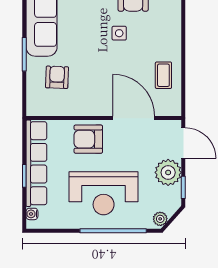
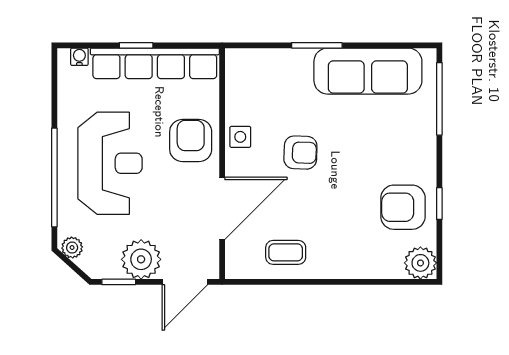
side table: (119, 33) -> (240, 137), moved
armchair: (57, 77) -> (300, 153), moved
reception desk: (104, 193) -> (110, 163), turned 180

